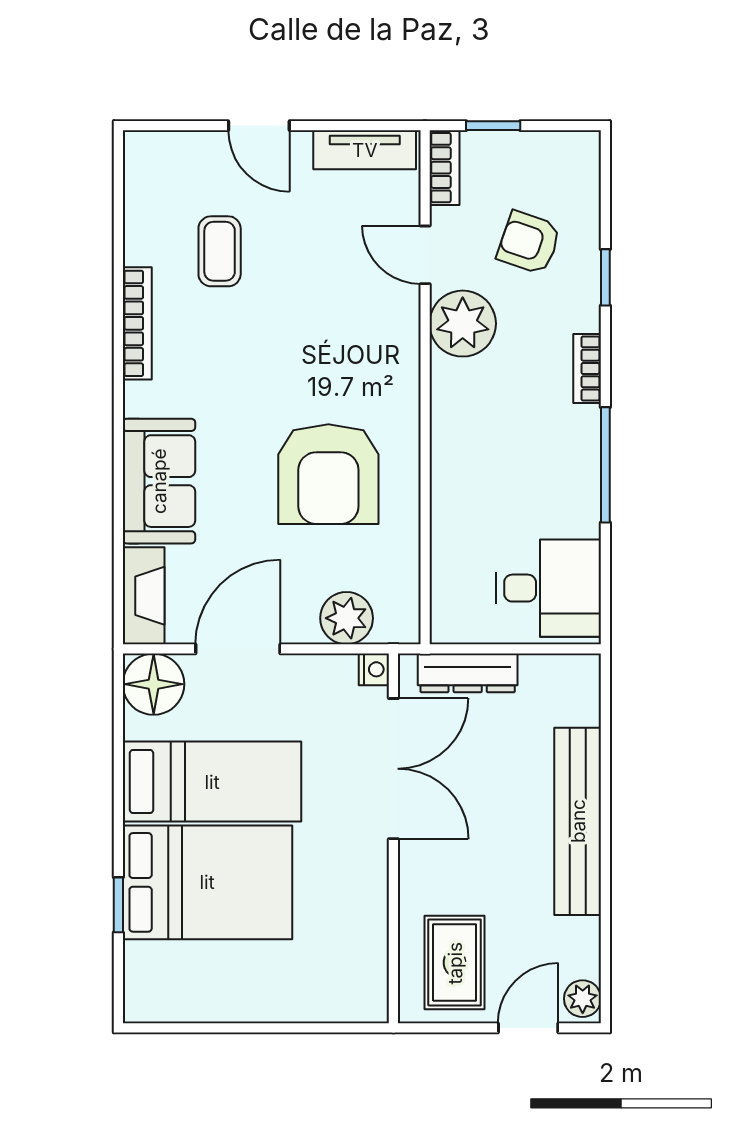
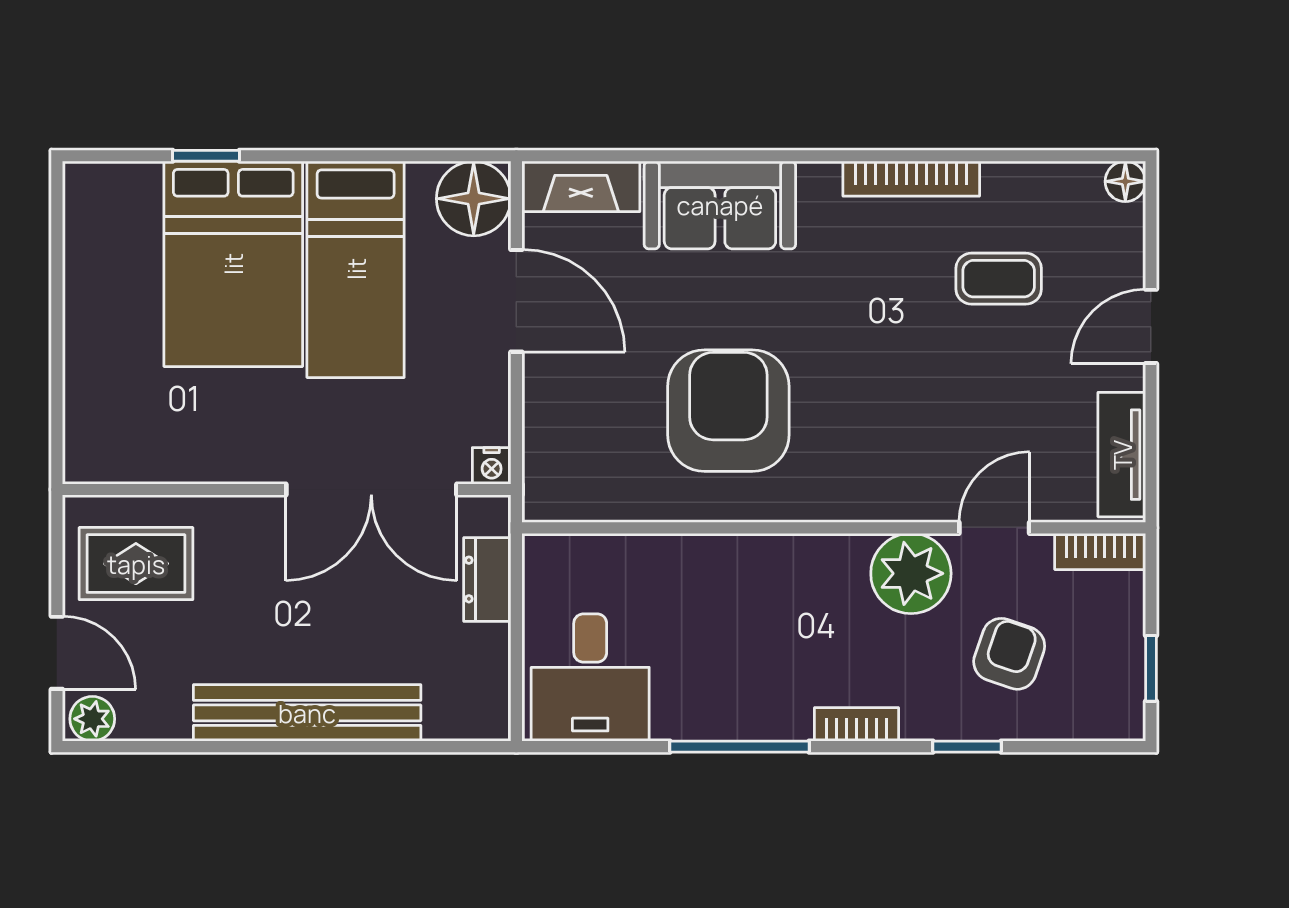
window: (493, 126) -> (1151, 668), moved
floor lamp: (139, 147) -> (1125, 181), added
armchair: (328, 474) -> (728, 411), turned 90
plant: (347, 618) -> (554, 433), removed
dresser: (468, 673) -> (487, 579), width x0.70

